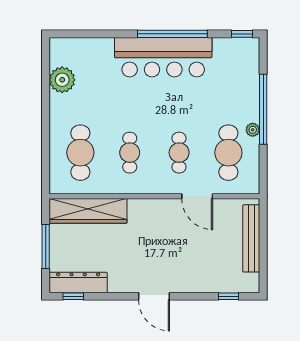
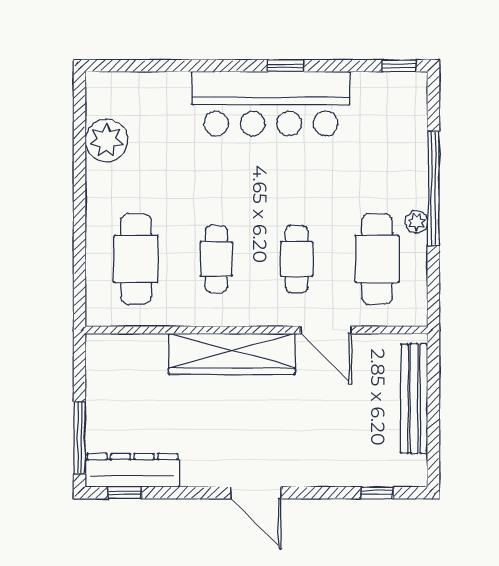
window: (172, 34) -> (286, 66), width x0.32
wardrobe: (88, 211) -> (232, 354), moved
window: (46, 247) -> (80, 438), moved

